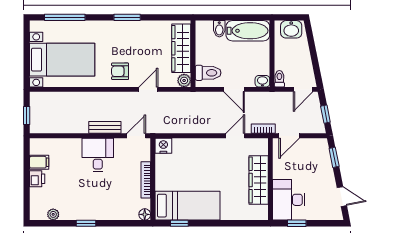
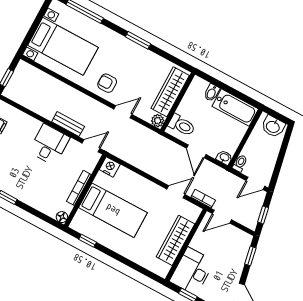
bed: (187, 206) -> (113, 210), moved

